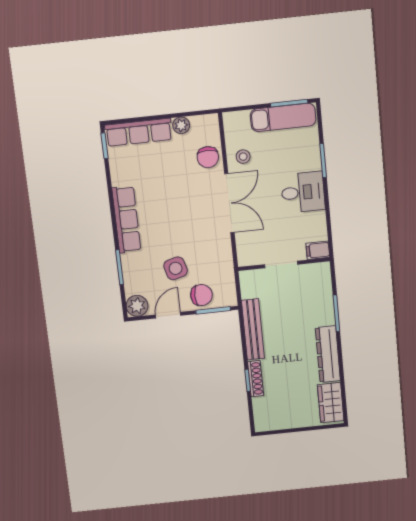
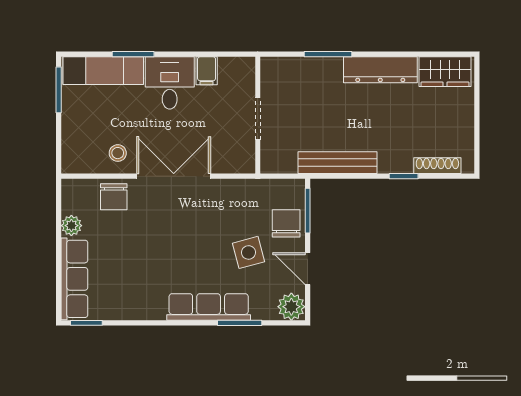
exam couch: (283, 117) -> (103, 71), moved, turned 90
chair: (208, 157) -> (114, 197), turned 90
row of seats: (126, 219) -> (209, 307), moved
filing cabinet: (318, 250) -> (207, 71), moved
shoe rack: (256, 379) -> (437, 166), moved

